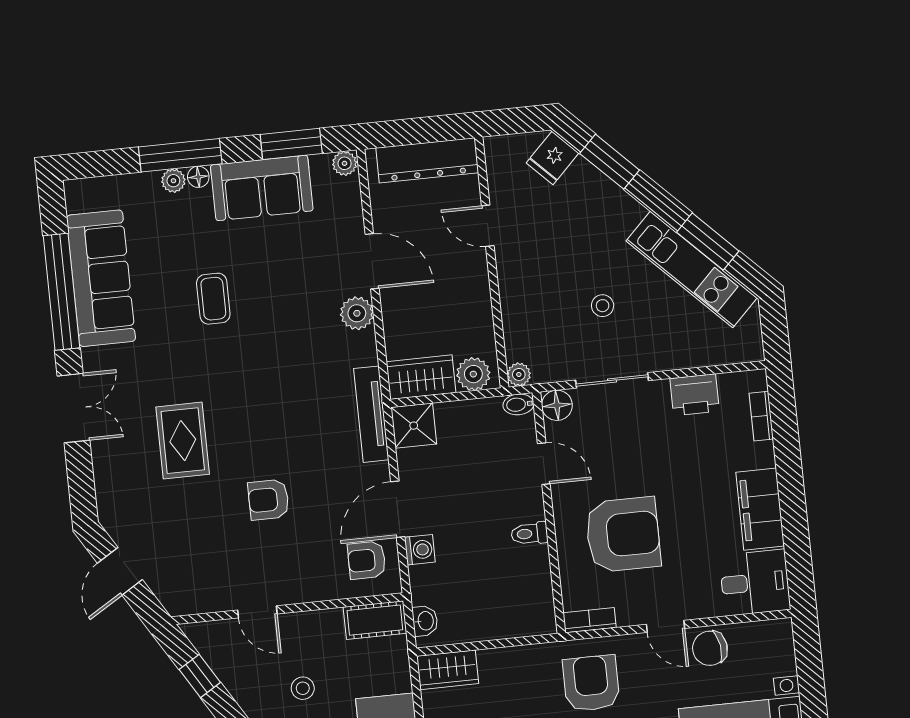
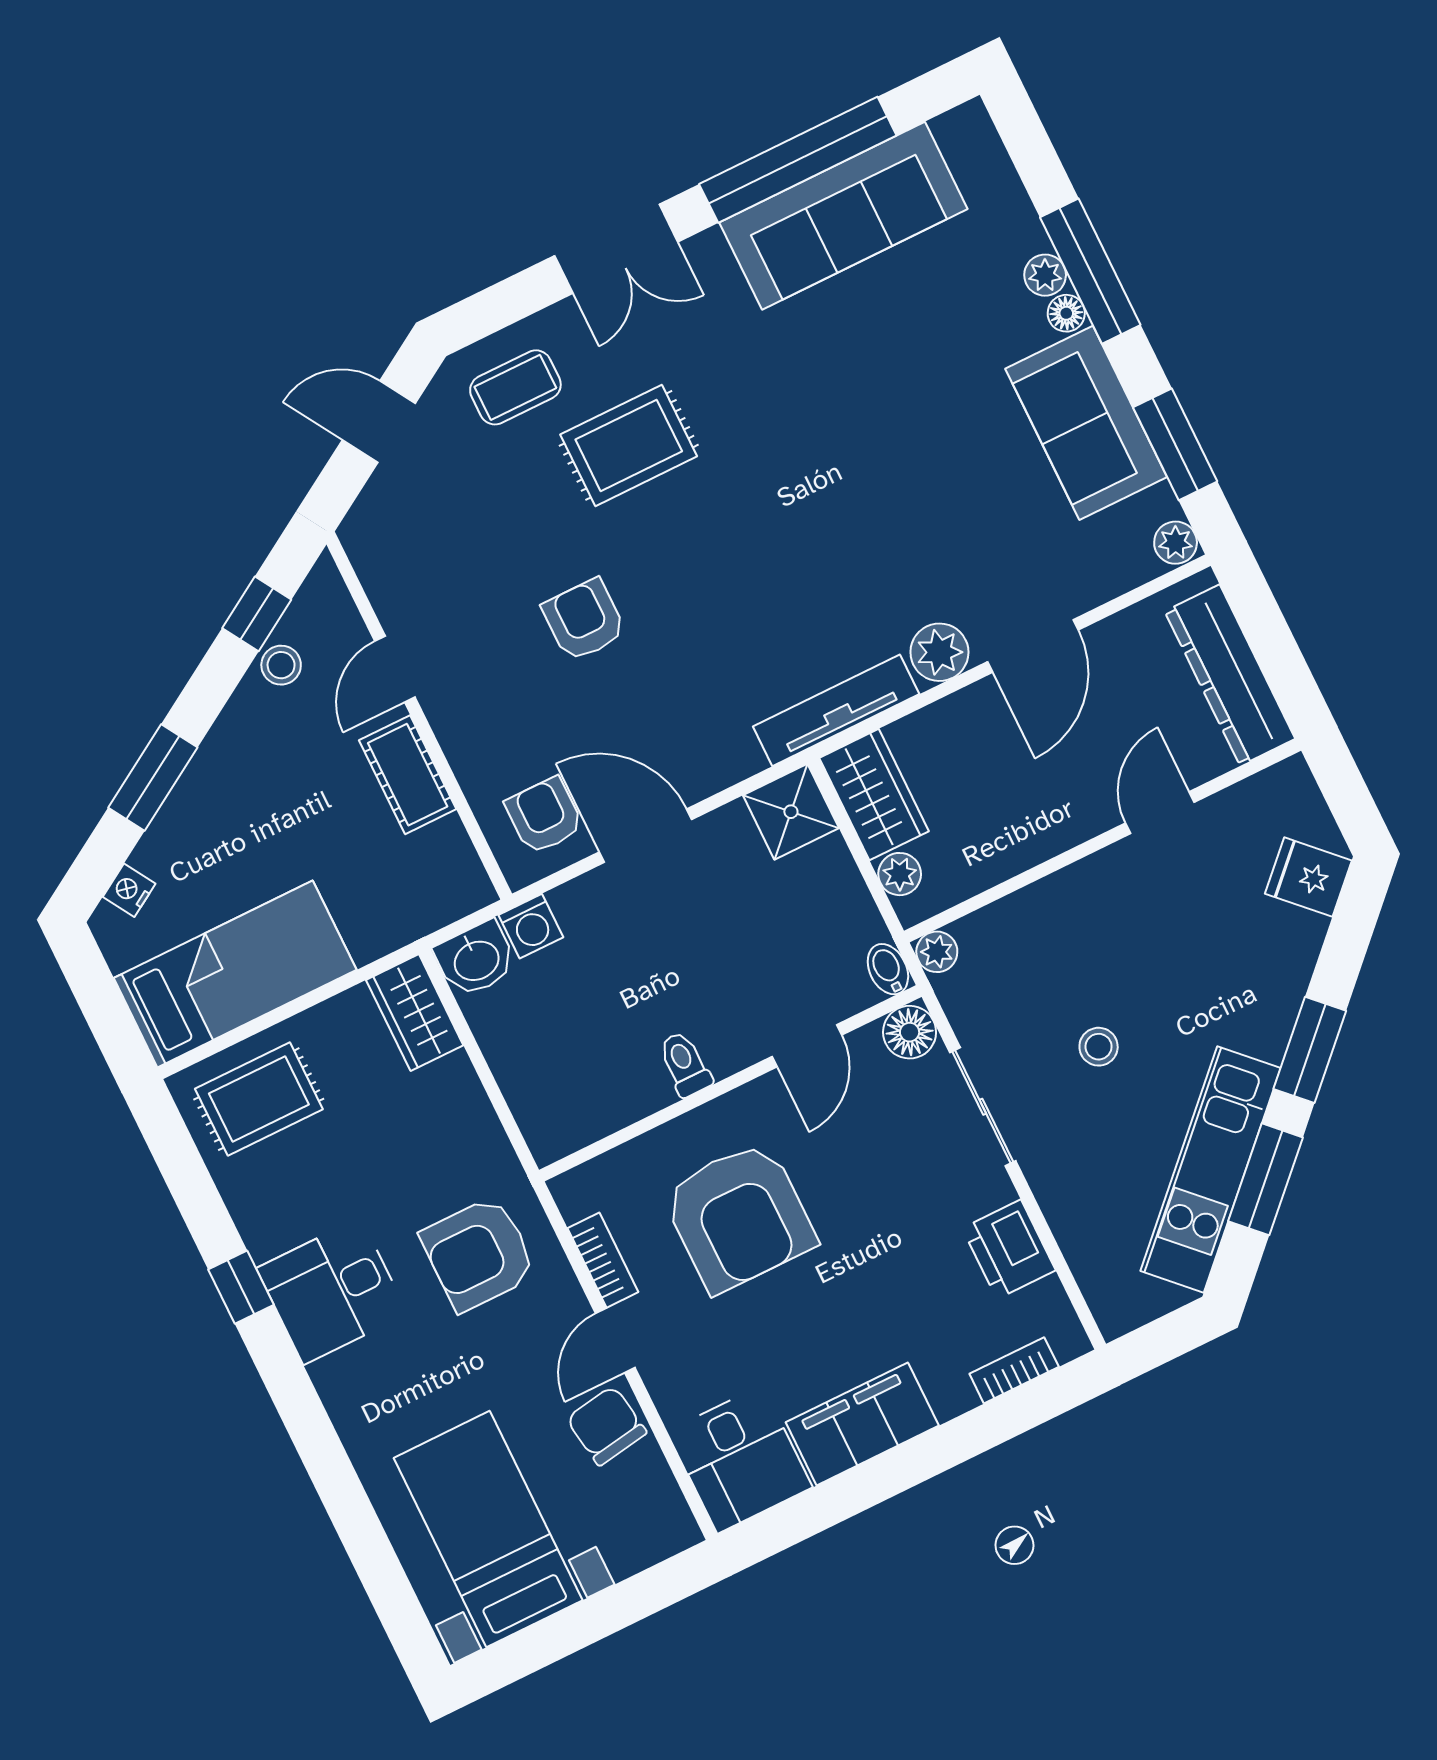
window: (610, 162) -> (1310, 1050), moved
coffee table: (213, 299) -> (515, 387), moved
plant: (473, 374) -> (900, 874), width x0.73, depth x0.73
tv unit: (371, 414) -> (836, 710), moved
washing machine: (420, 550) -> (531, 926), moved
cot: (375, 620) -> (408, 775), moved
bookcase: (590, 620) -> (603, 1260), moved
washbasin: (425, 621) -> (476, 959), width x1.38, depth x1.45
armchair: (591, 683) -> (479, 1254), turned 180
stool: (303, 688) -> (281, 665), moved

